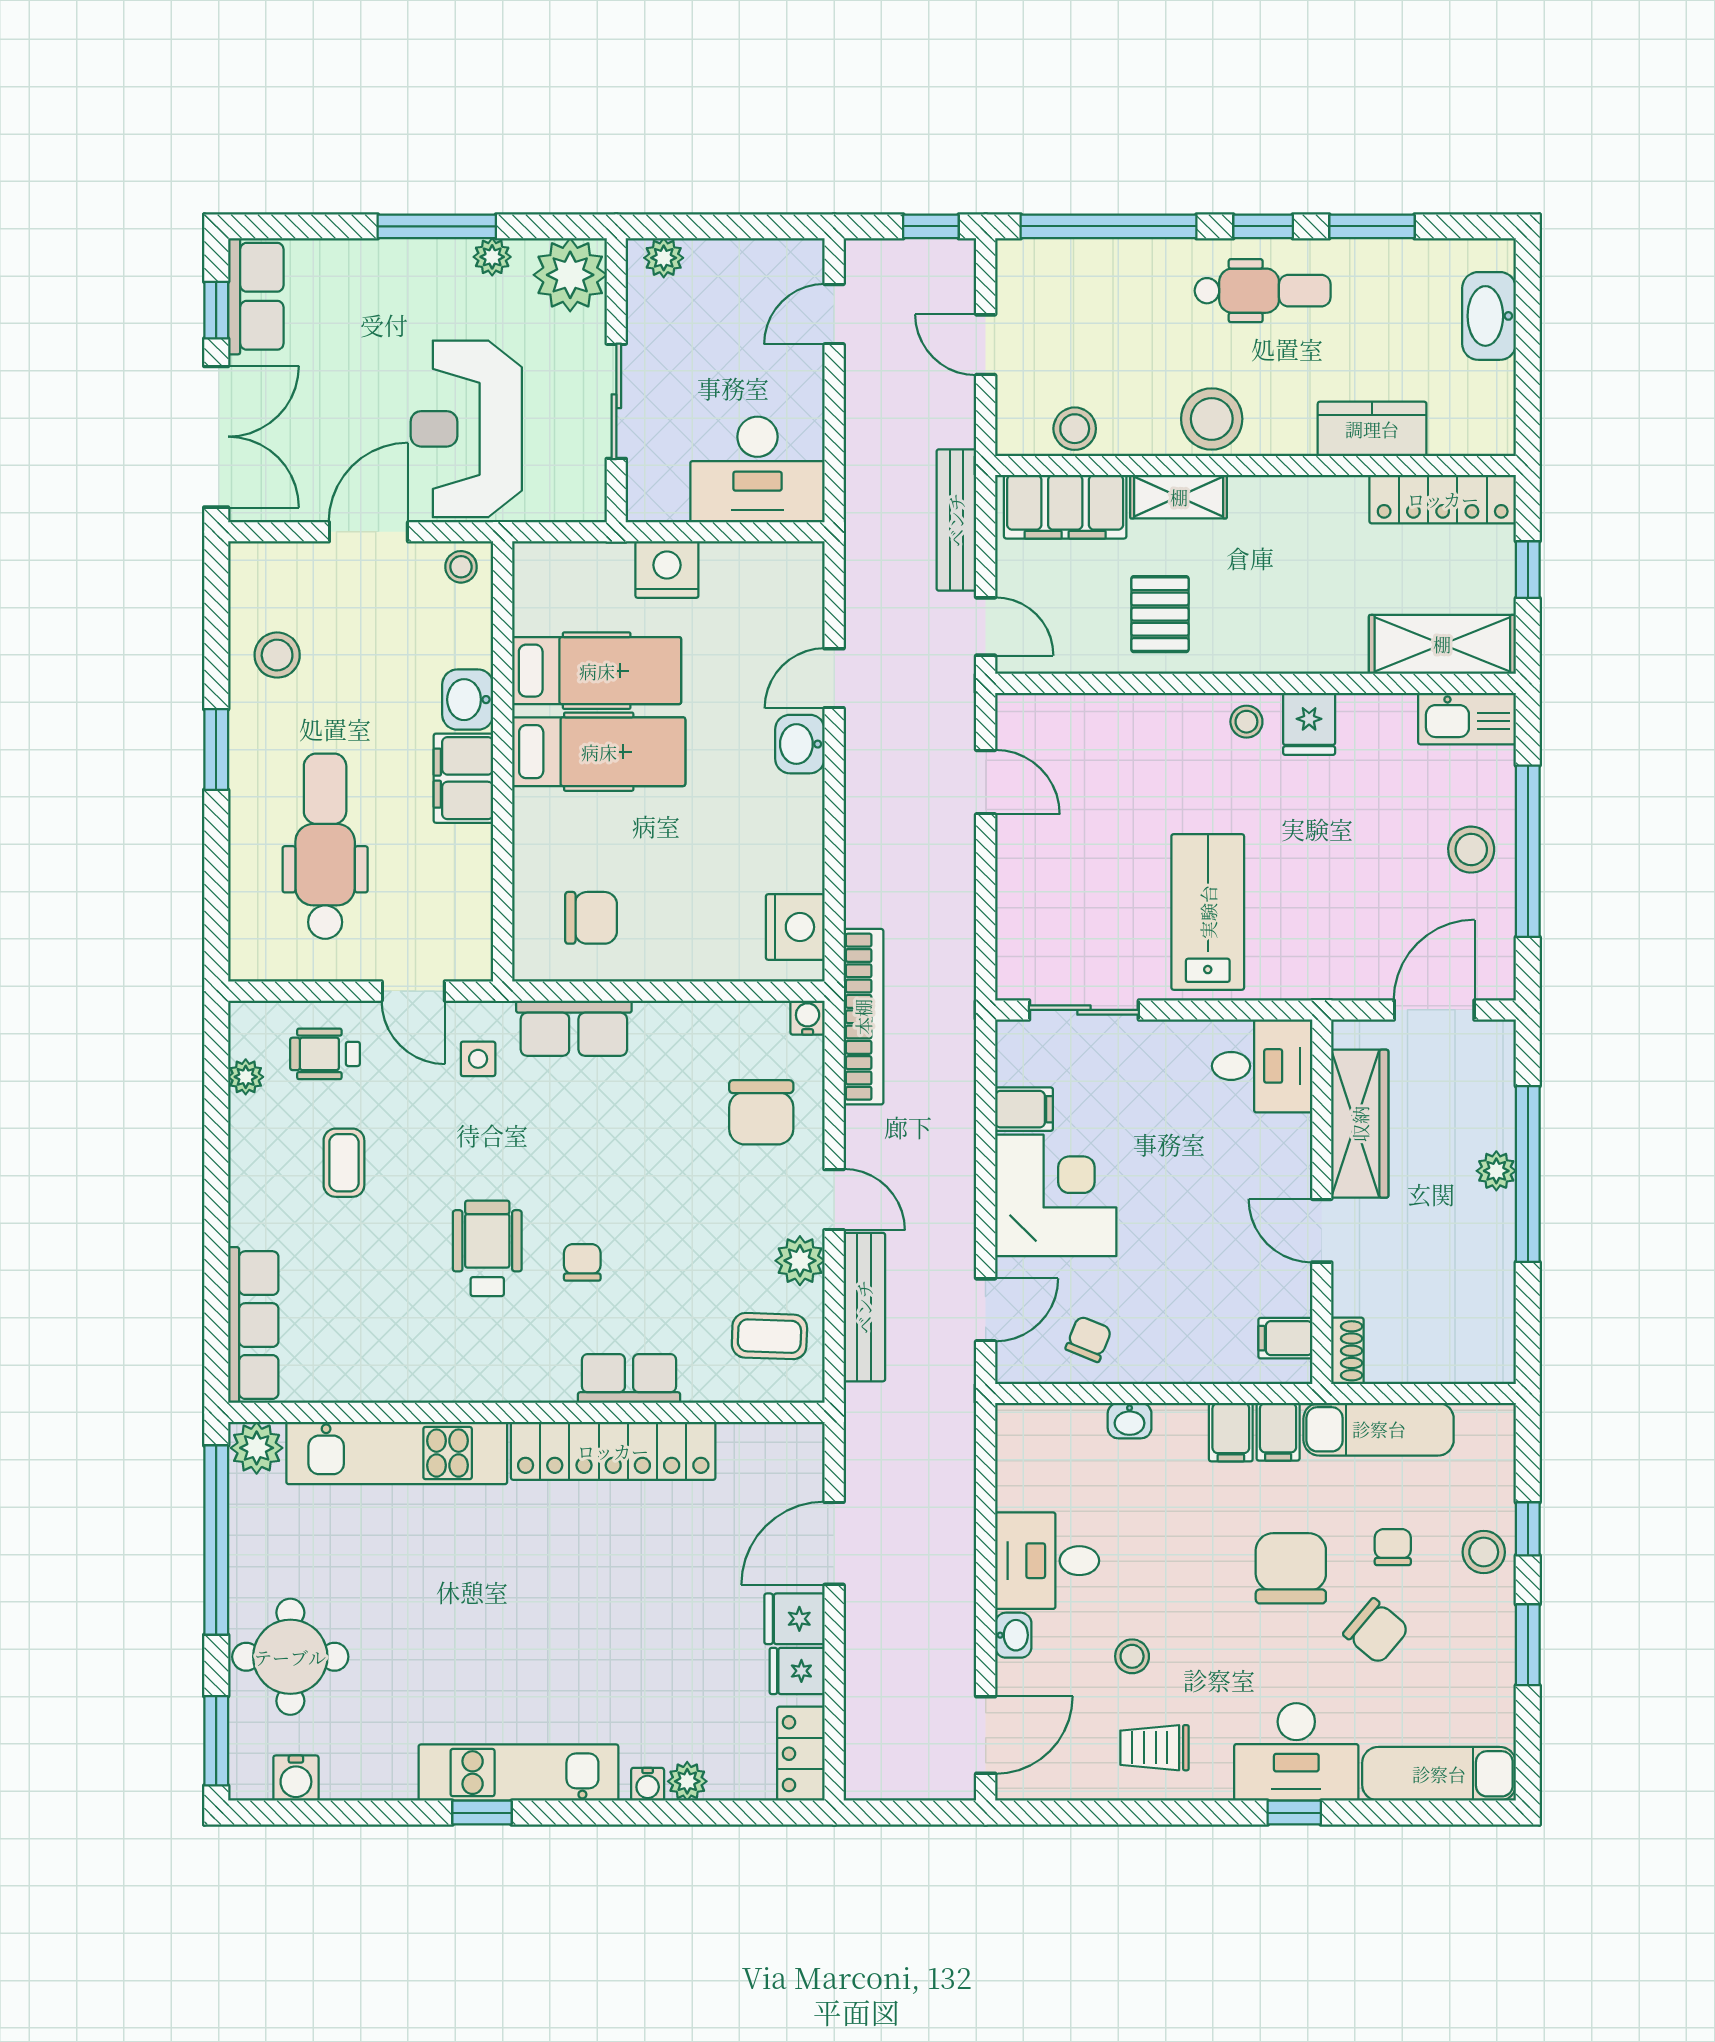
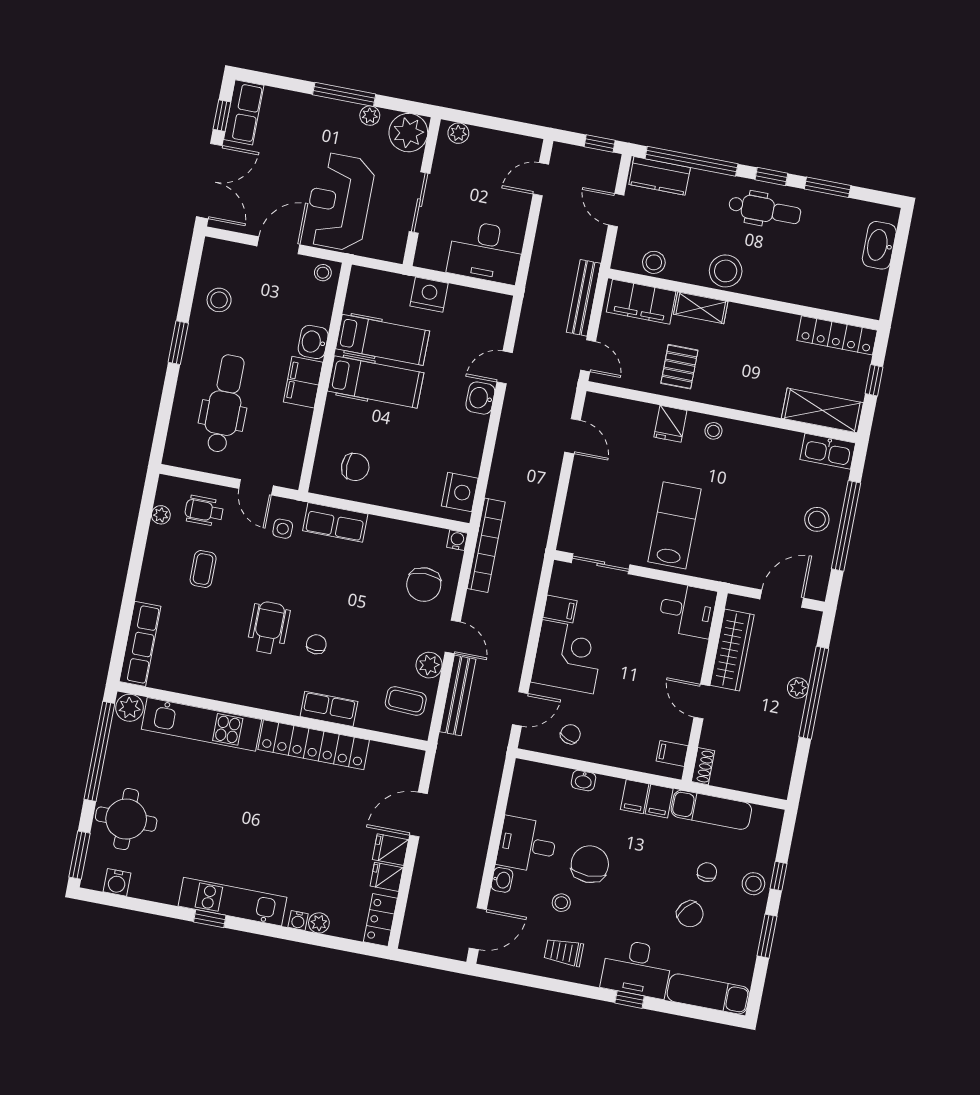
kitchen counter: (1372, 429) -> (660, 176), moved, turned 180
fridge: (1309, 724) -> (670, 424), moved
chair: (1291, 1568) -> (590, 864), moved

